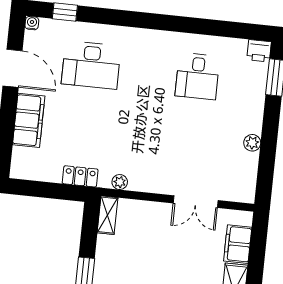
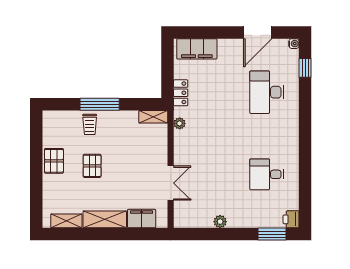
filing cabinet: (29, 120) -> (197, 49), moved
double door: (196, 202) -> (171, 183), swing flipped

